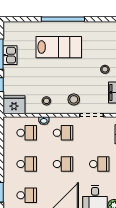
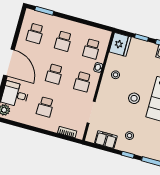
stool: (74, 99) -> (134, 98), moved

